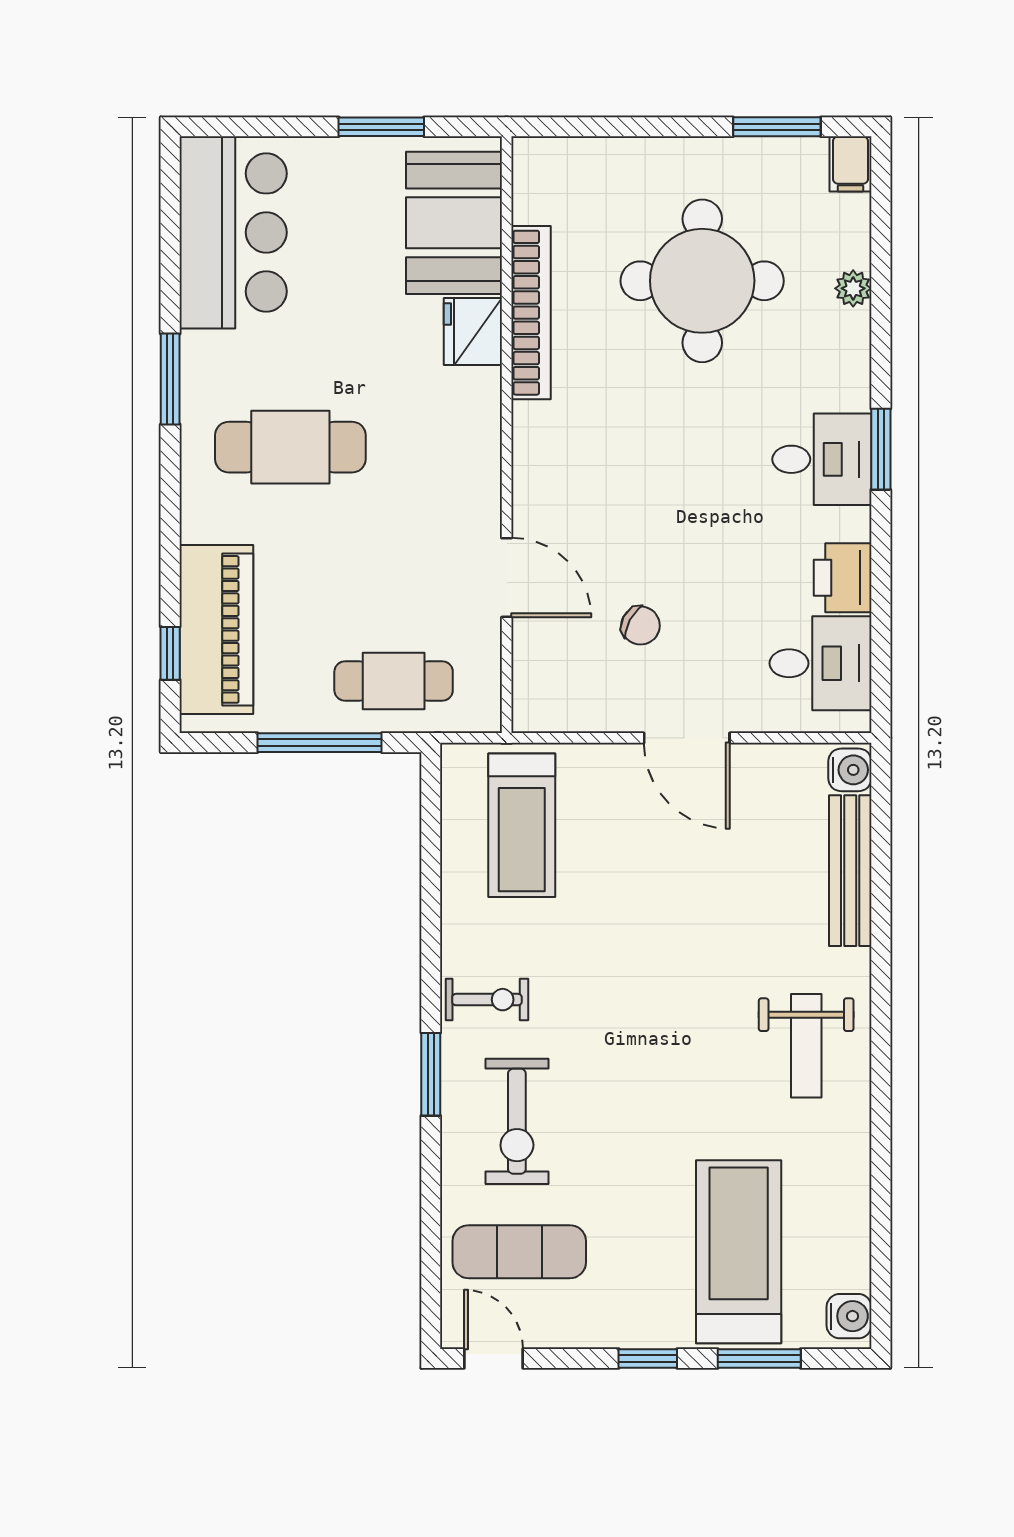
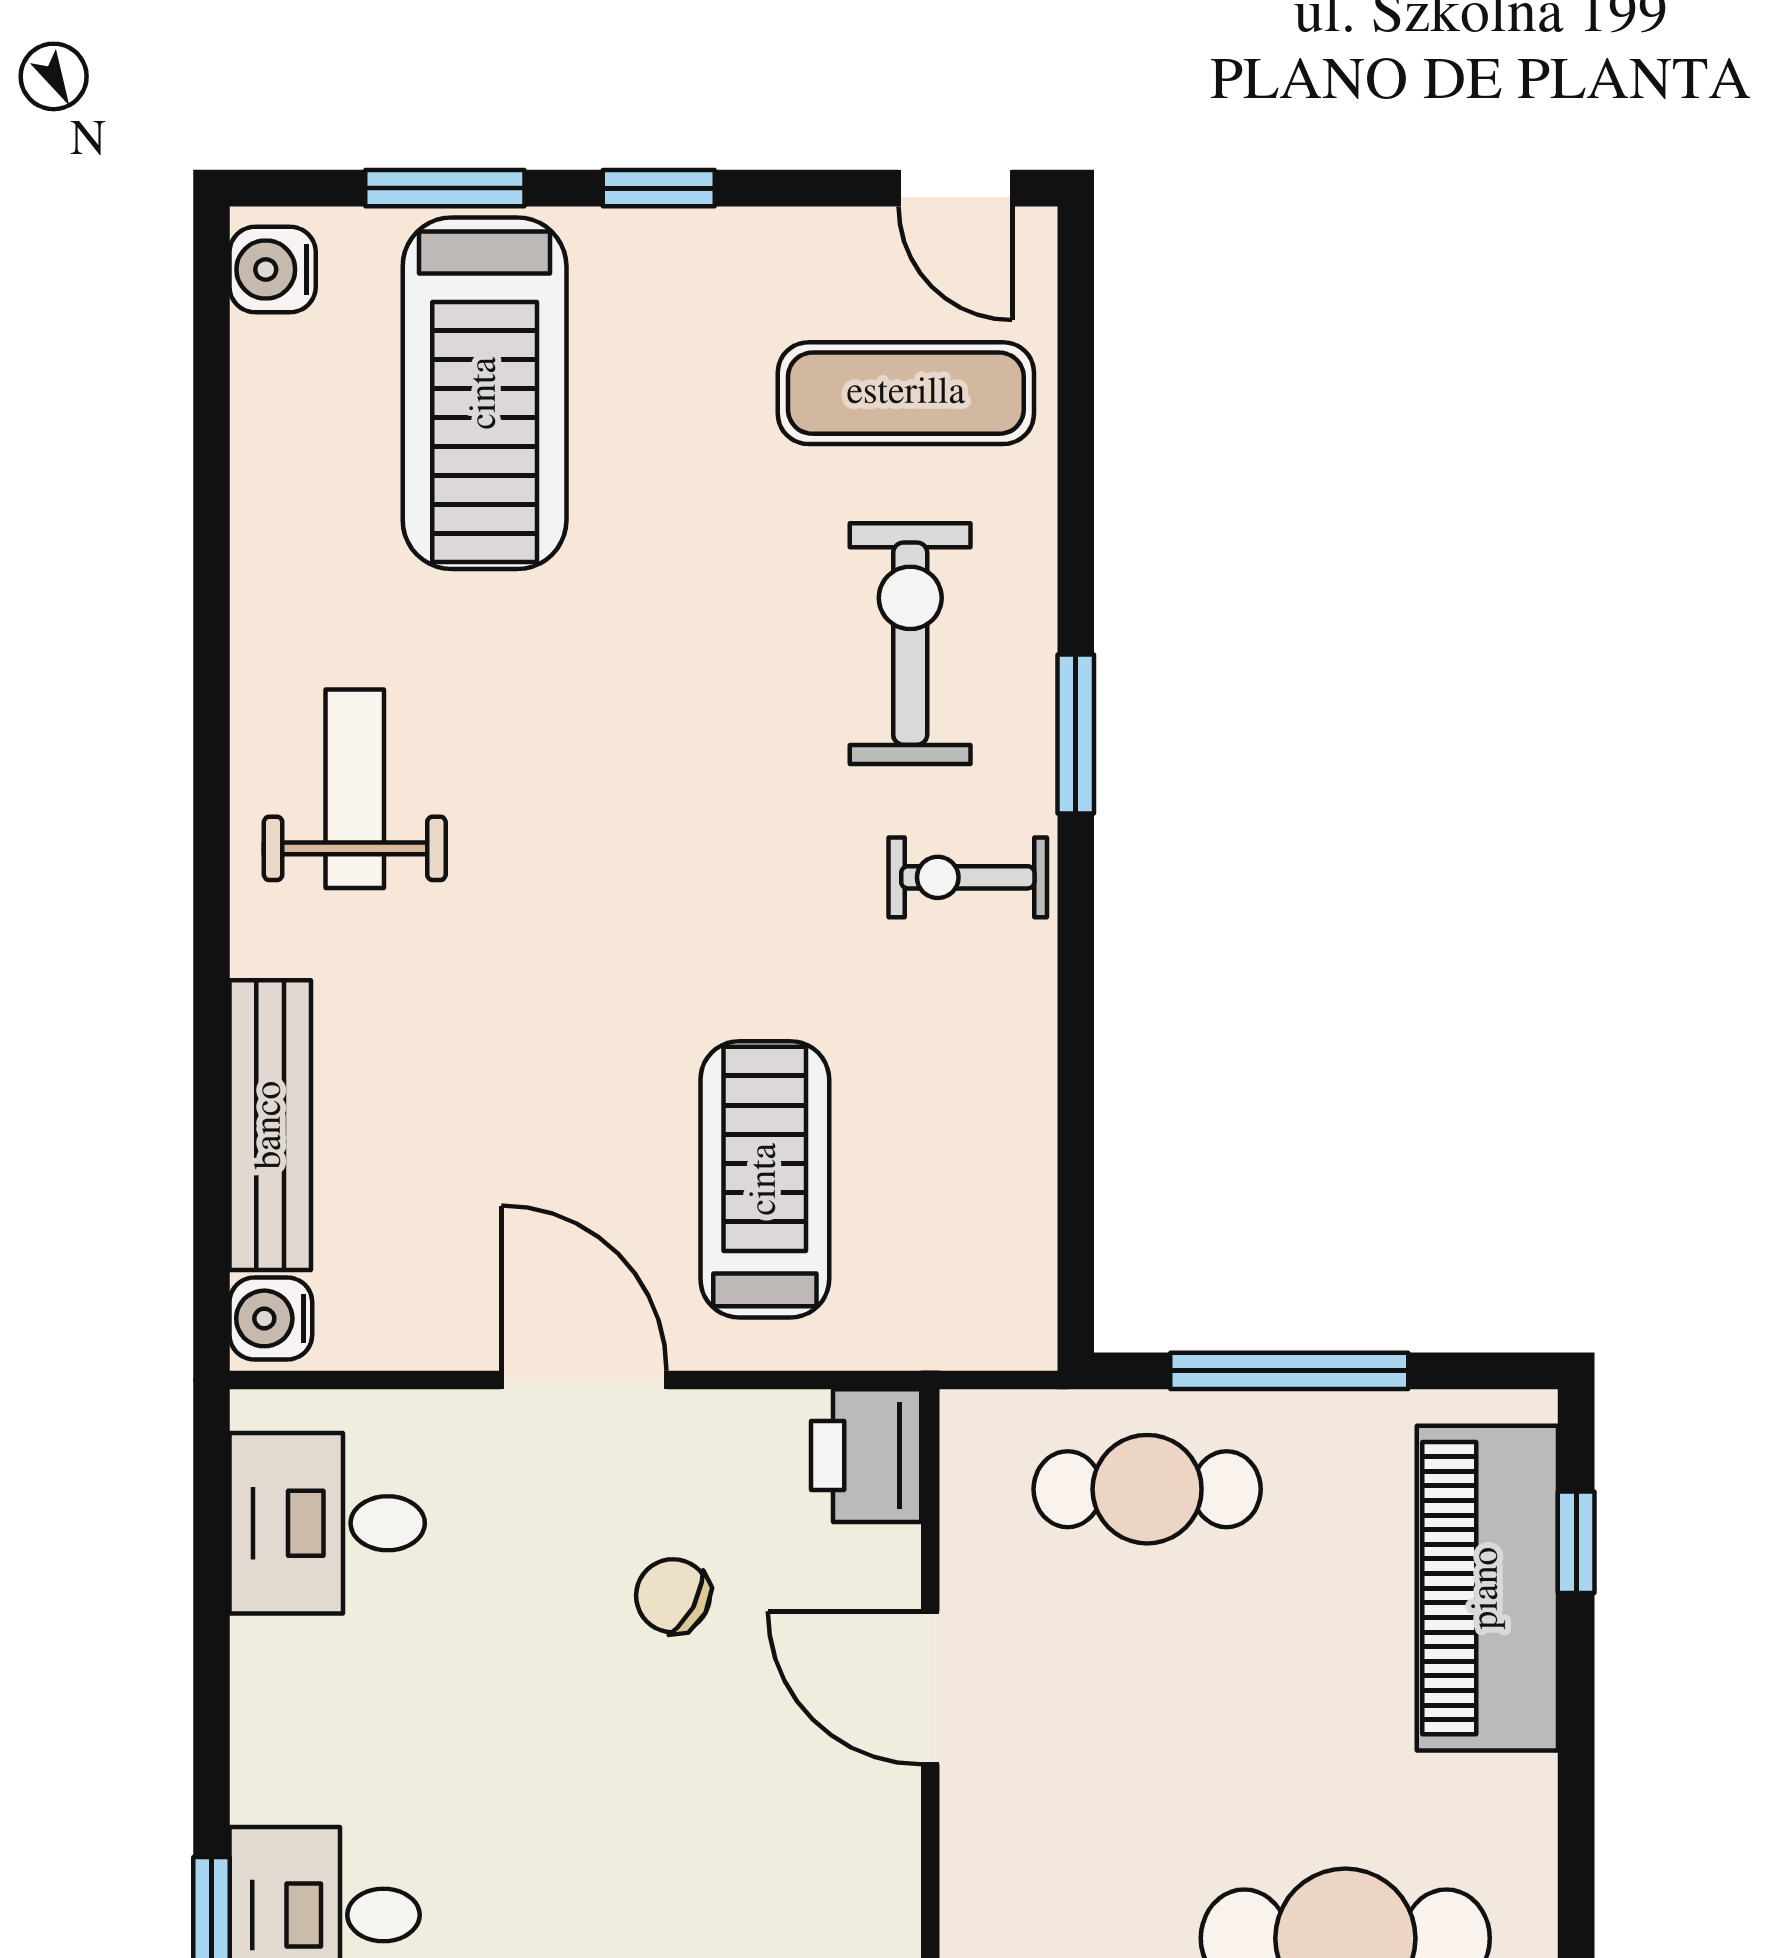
printer: (843, 578) -> (866, 1456), moved, turned 180
treadmill: (522, 825) -> (765, 1179), moved

